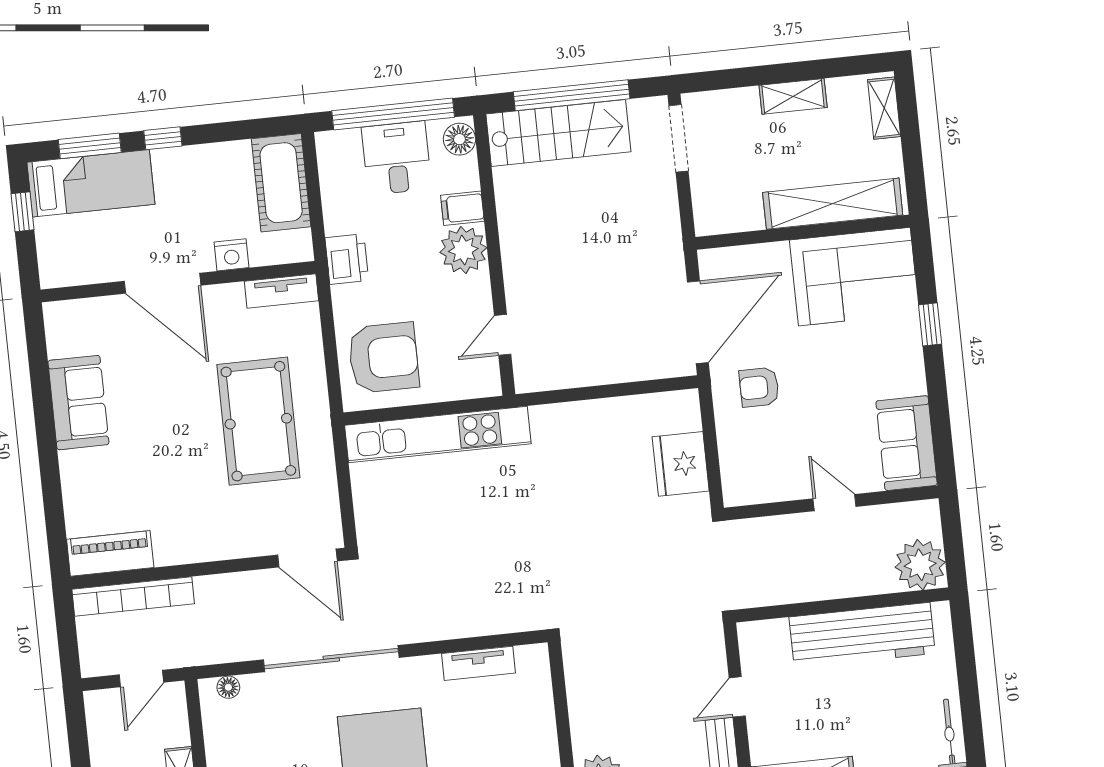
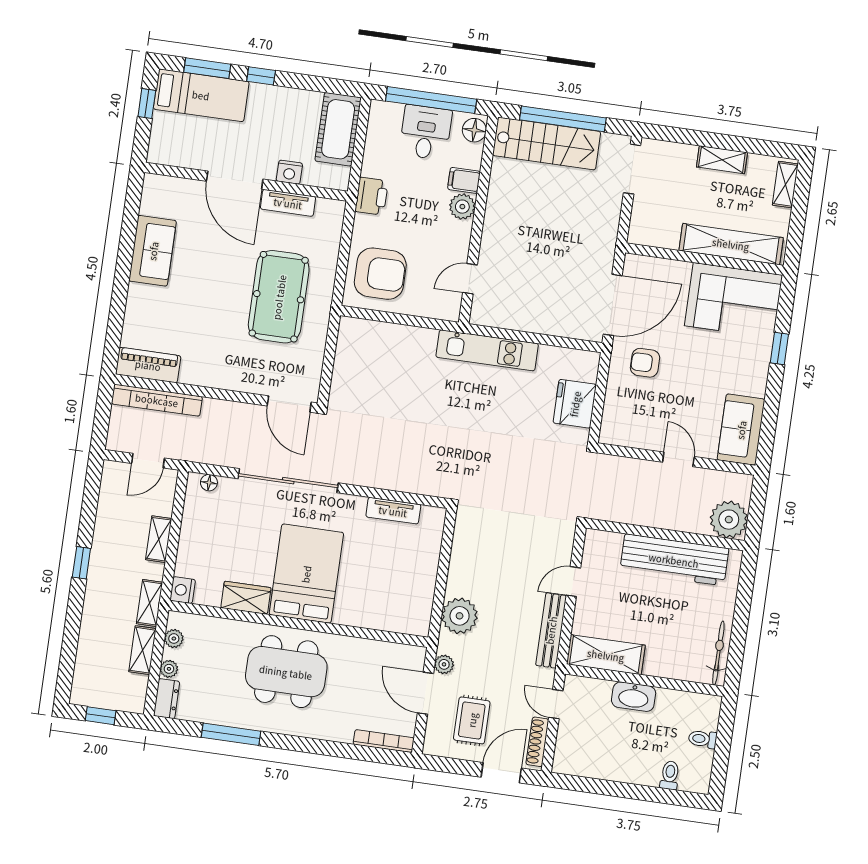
plant: (463, 250) -> (462, 207), width x0.73, depth x0.73
tv unit: (281, 291) -> (288, 203), moved
kitchen unit: (438, 434) -> (487, 350), moved, width x0.73

